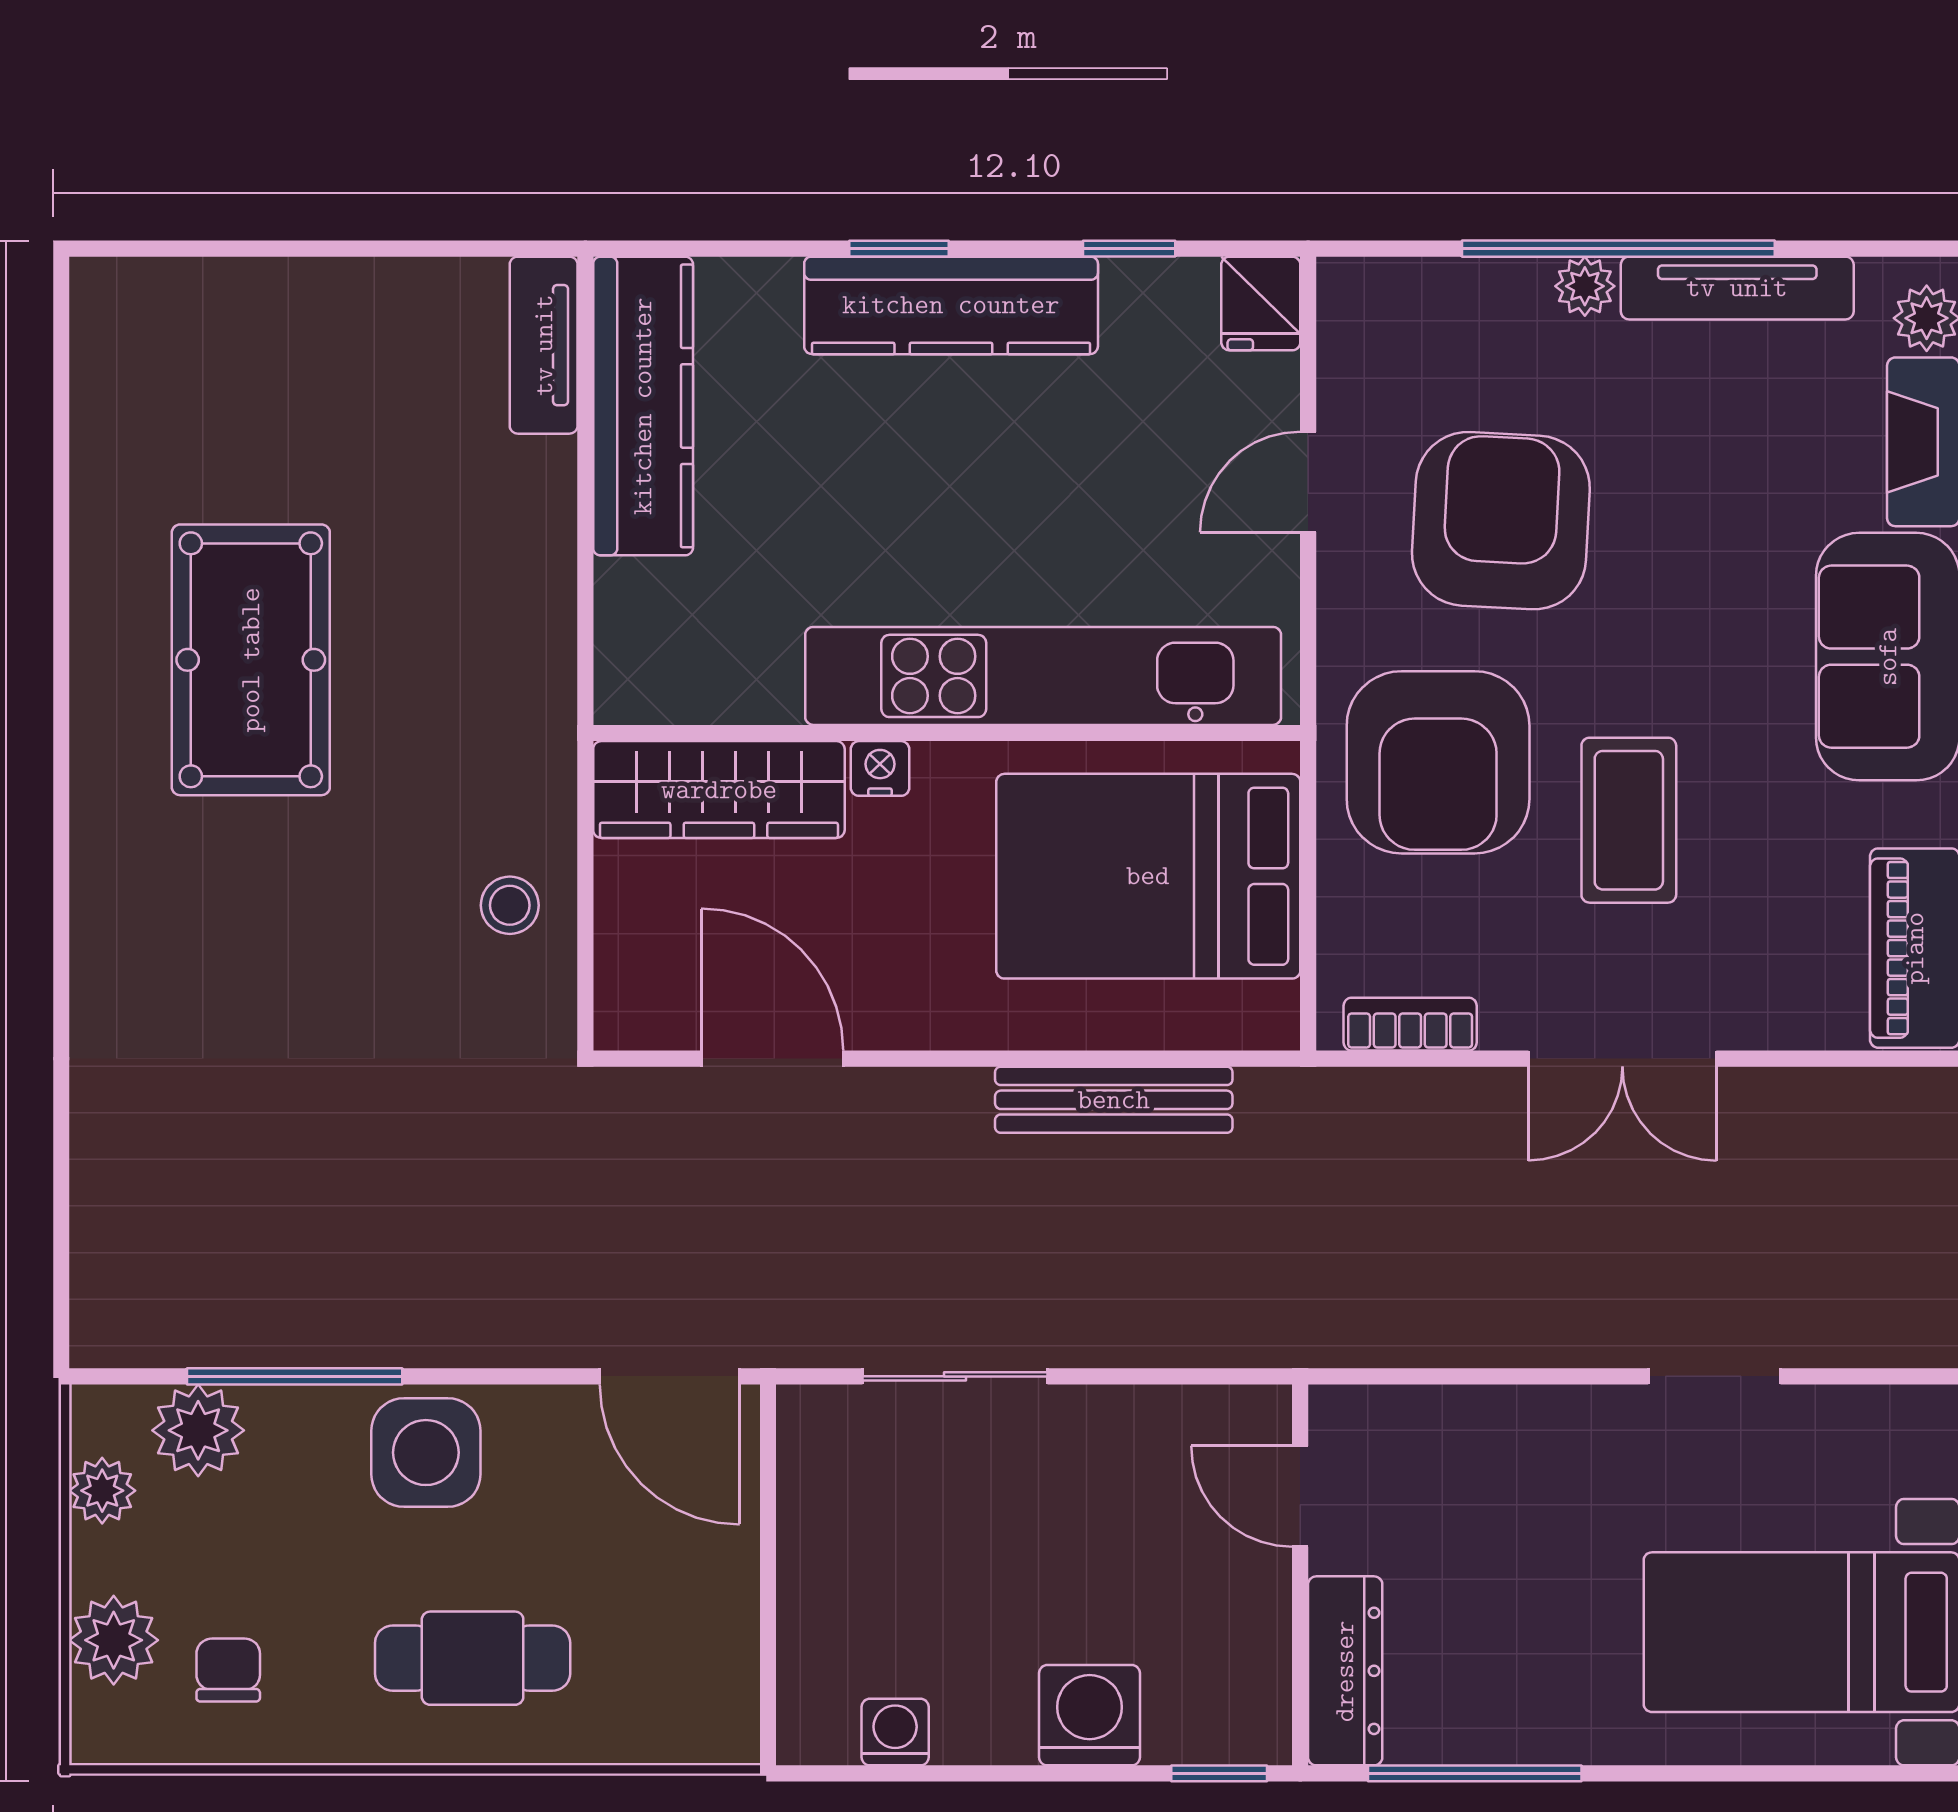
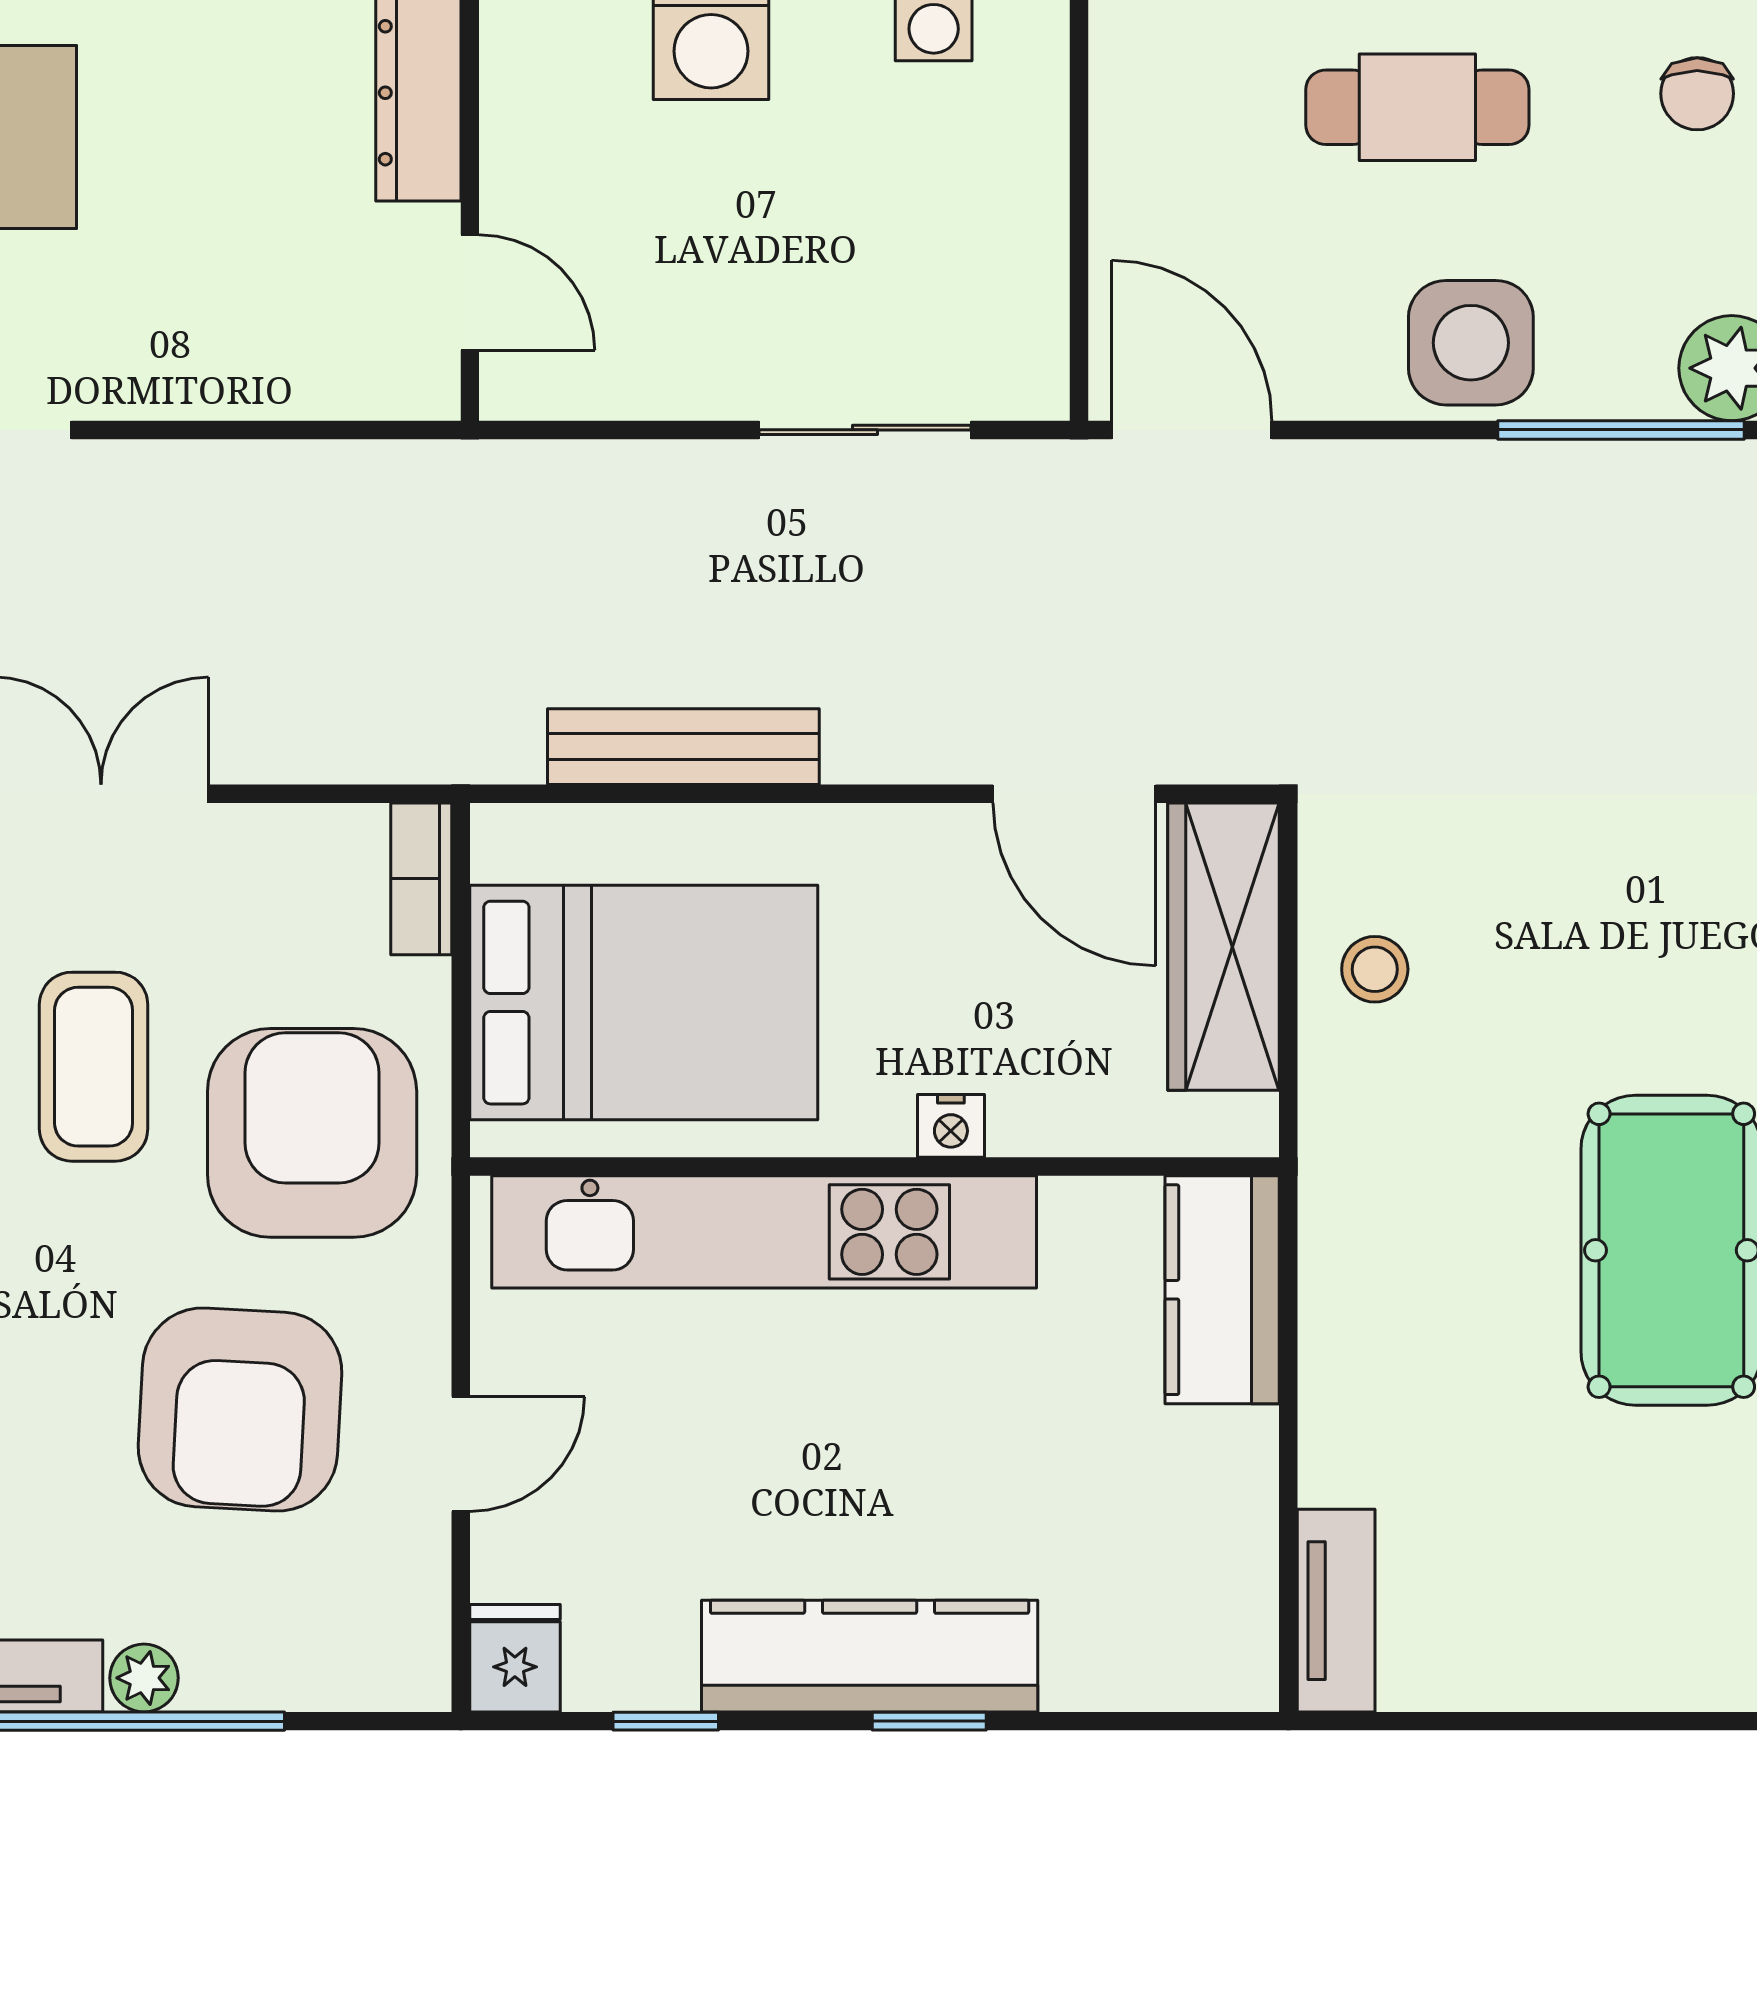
kitchen counter: (643, 406) -> (1222, 1290), moved, width x0.67
wardrobe: (719, 790) -> (1224, 947), moved, turned -90
bookcase: (1410, 1024) -> (421, 879), moved, turned 90

